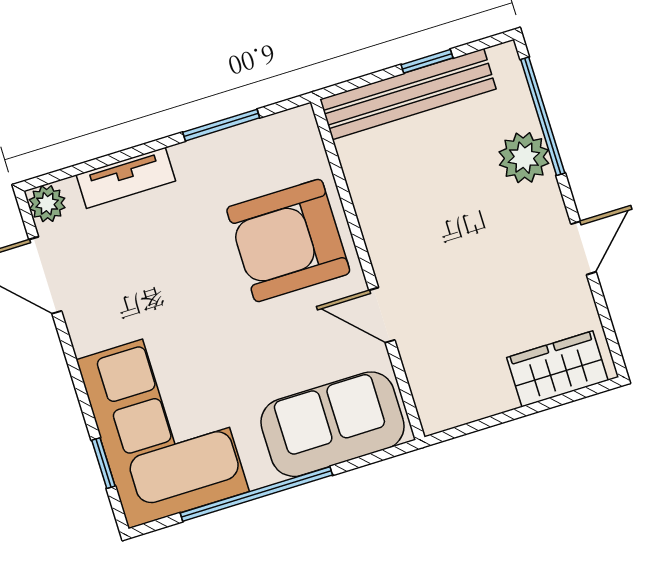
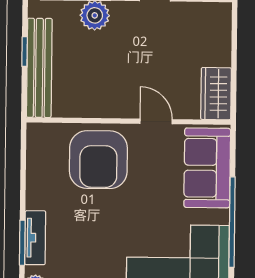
window: (221, 125) -> (22, 243), moved
door: (382, 315) -> (156, 121), swing flipped
wardrobe: (557, 369) -> (216, 94), moved

